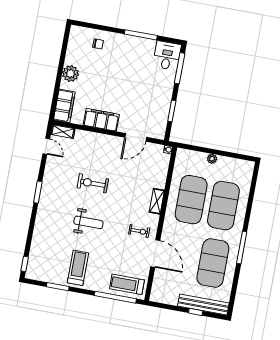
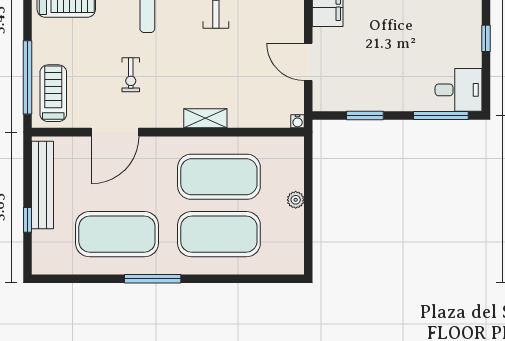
window: (141, 35) -> (486, 38), width x0.46
exercise bike: (139, 231) -> (131, 75), moved
bench: (203, 305) -> (43, 185), moved

